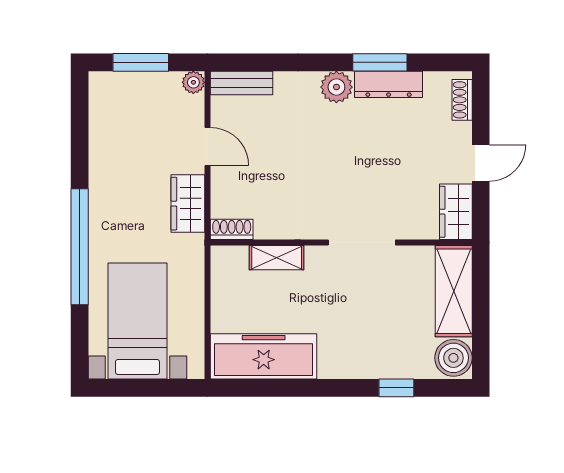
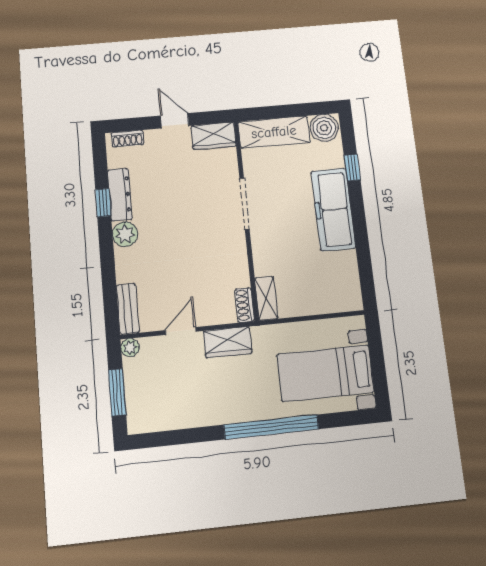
window: (380, 62) -> (103, 203), width x0.67
shelving: (277, 258) -> (266, 298), moved
freezer: (264, 356) -> (333, 209), moved

